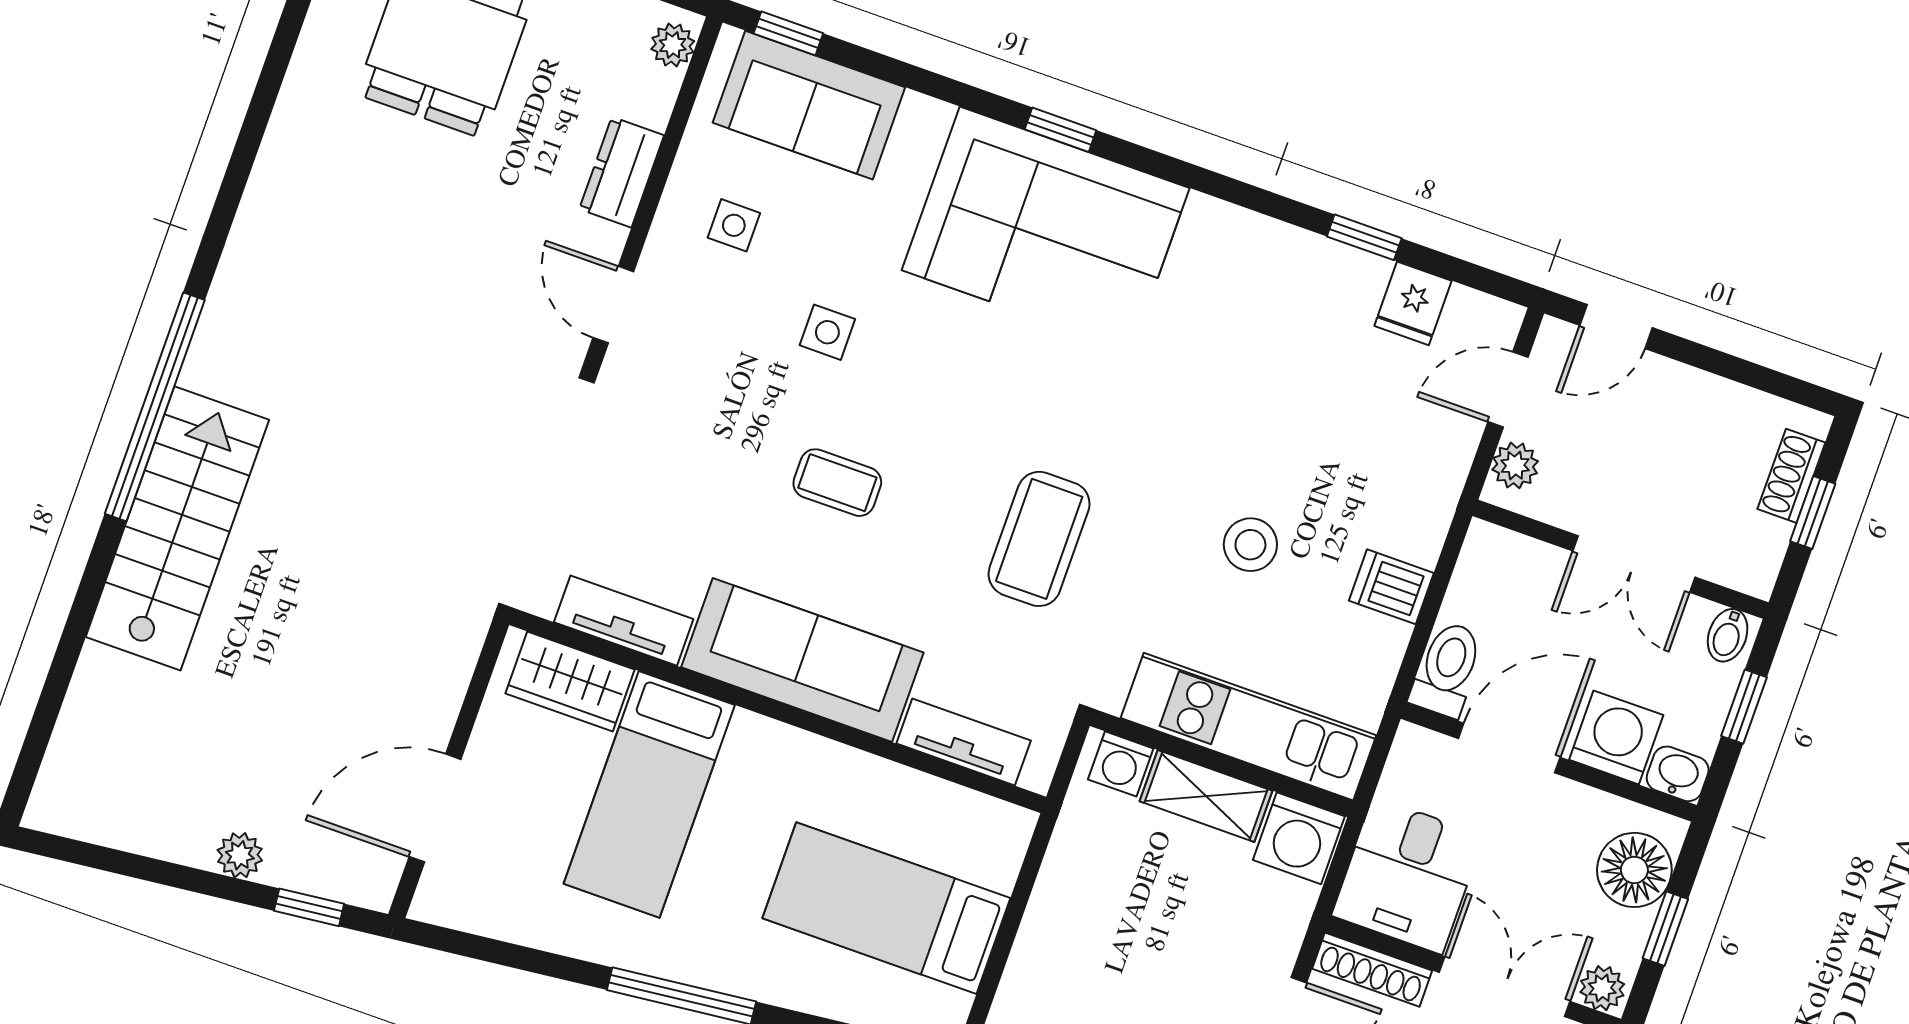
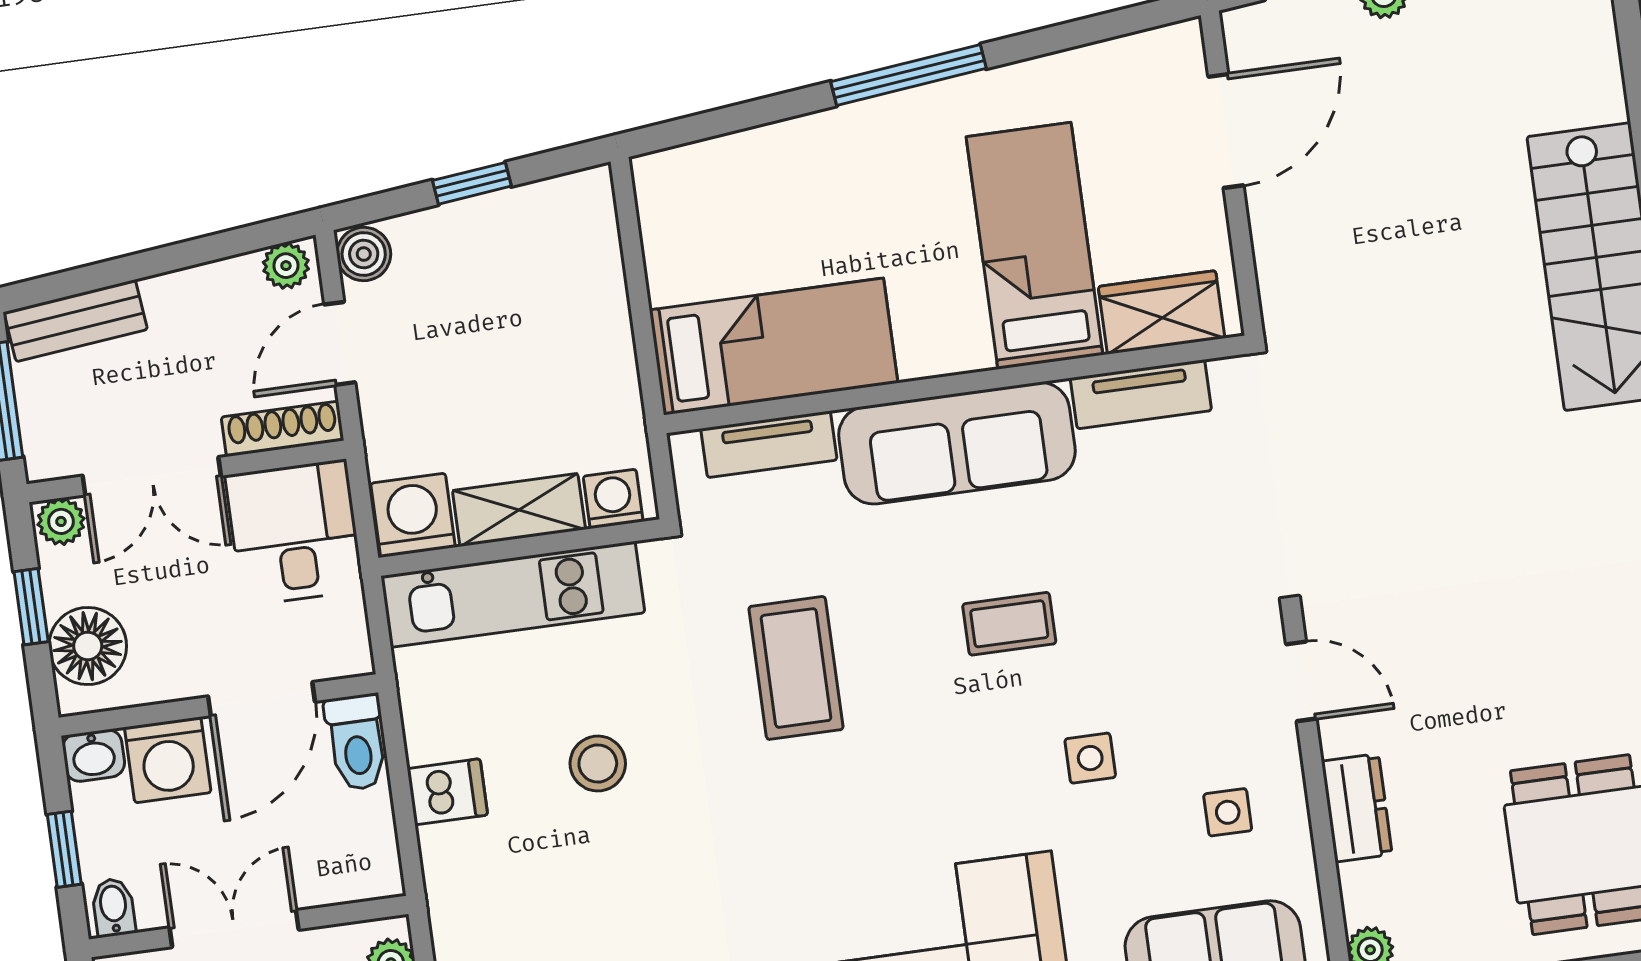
bed: (886, 908) -> (774, 346), moved

